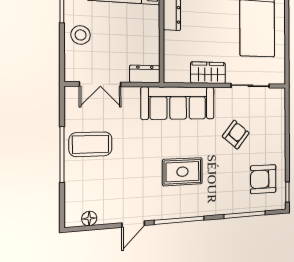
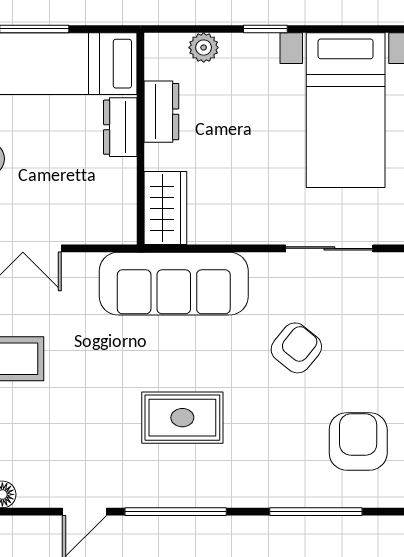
wardrobe: (208, 73) -> (165, 208), moved, turned 90
dresser: (145, 74) -> (120, 127), moved, turned -90
armchair: (263, 179) -> (358, 441), turned 90

